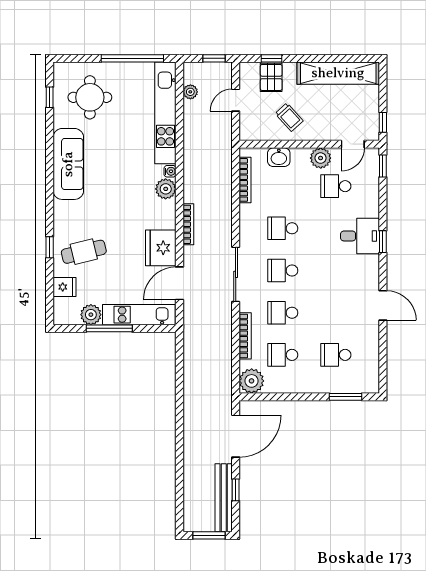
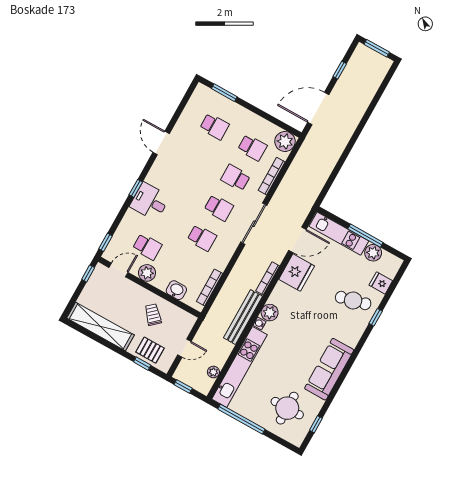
pallet: (271, 77) -> (150, 350), turned 90
school desk: (283, 313) -> (236, 178), turned 180
bench: (224, 498) -> (243, 317), moved

